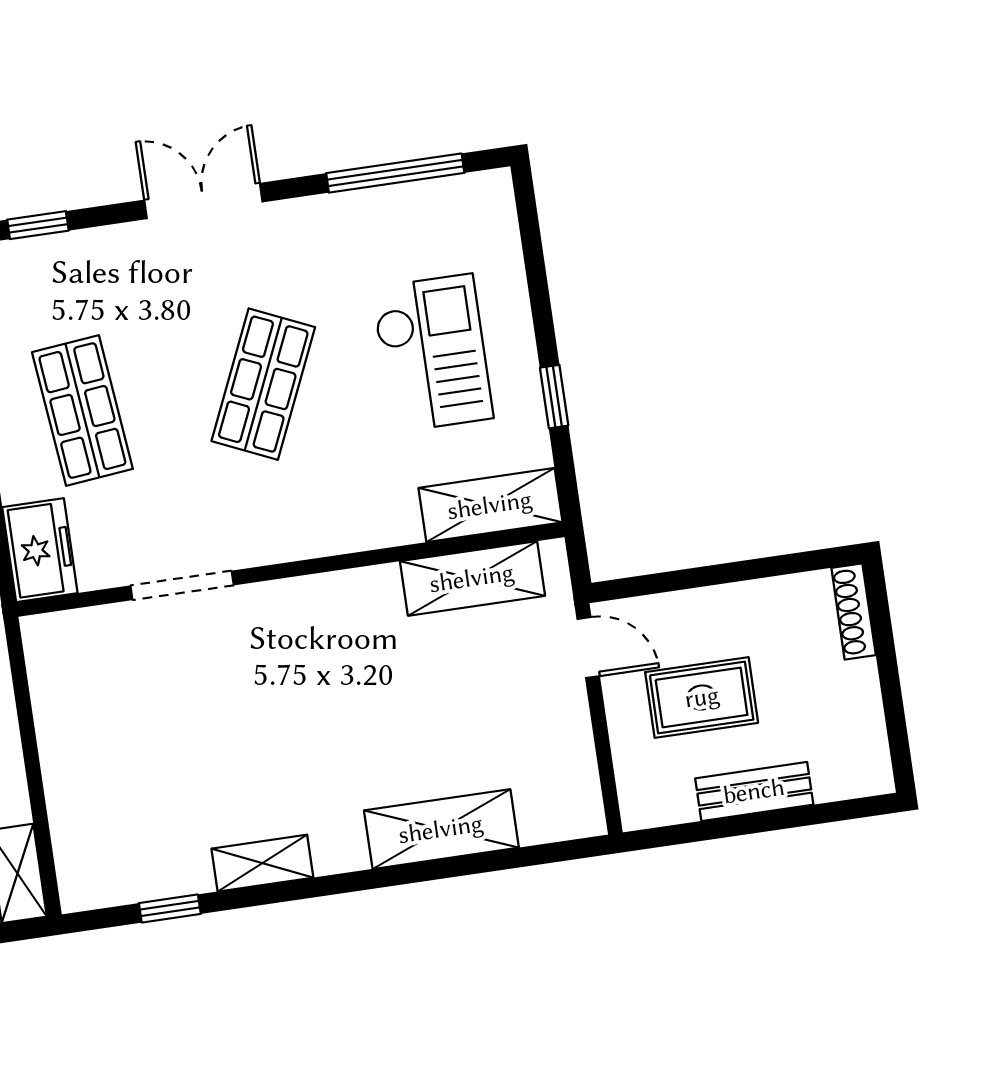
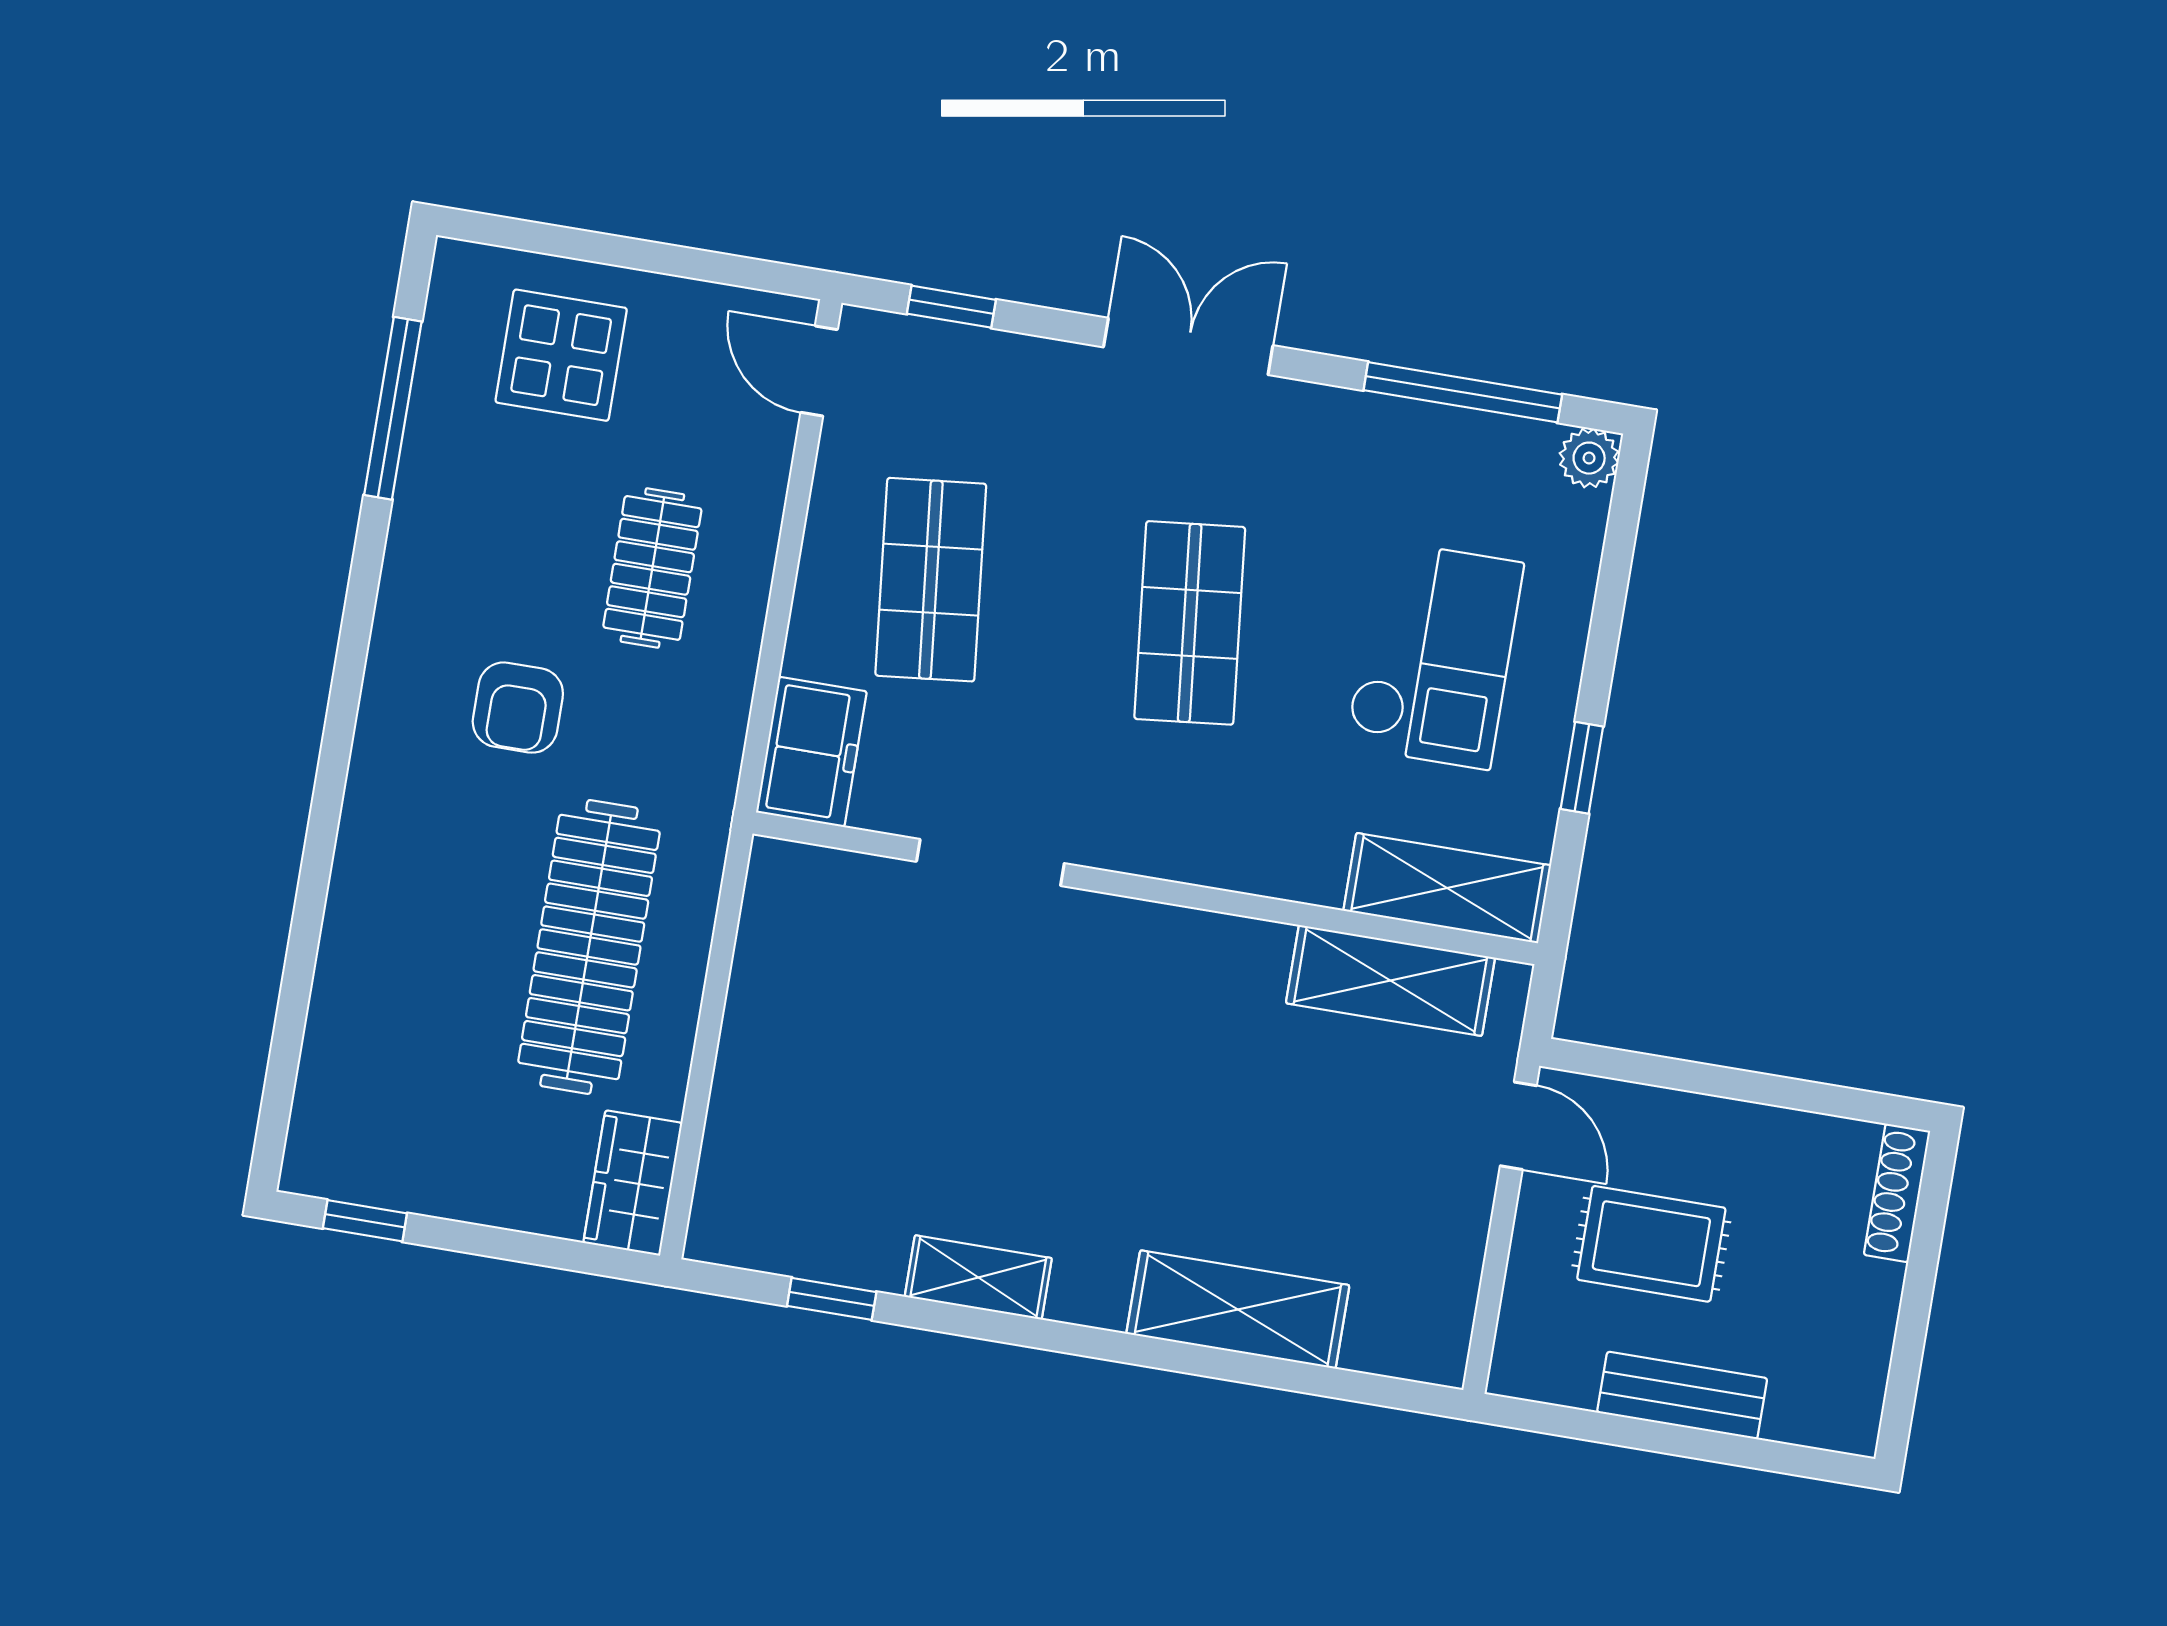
plant: (493, 190) -> (1589, 458), added
shop shelf: (263, 384) -> (1190, 623), turned -30

